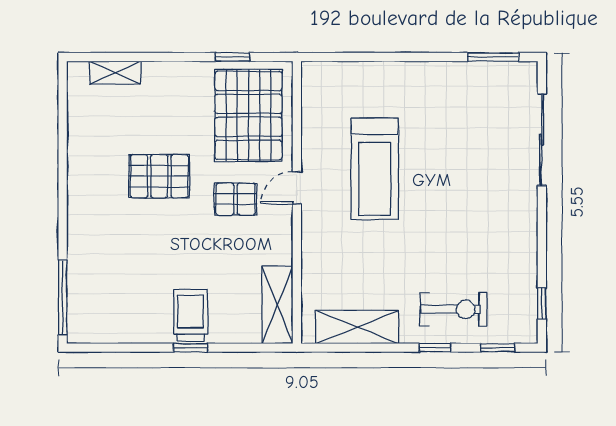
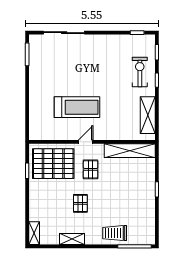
shelving: (115, 73) -> (34, 233), moved
shelving: (79, 157) -> (72, 239), added
pallet: (159, 176) -> (80, 203), width x0.67, depth x0.71
door: (297, 188) -> (86, 142), swing flipped
shelving: (277, 305) -> (130, 151), width x1.47
trolley: (191, 315) -> (115, 233), moved

